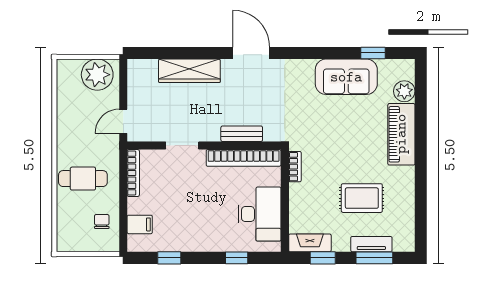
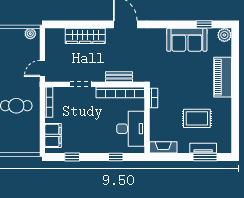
plant: (97, 75) -> (30, 34), width x0.53, depth x0.53
plant: (404, 91) -> (224, 35), moved
chair: (102, 221) -> (28, 133), removed
filing cabinet: (140, 224) -> (53, 135), width x2.00
window: (323, 258) -> (172, 157), removed

